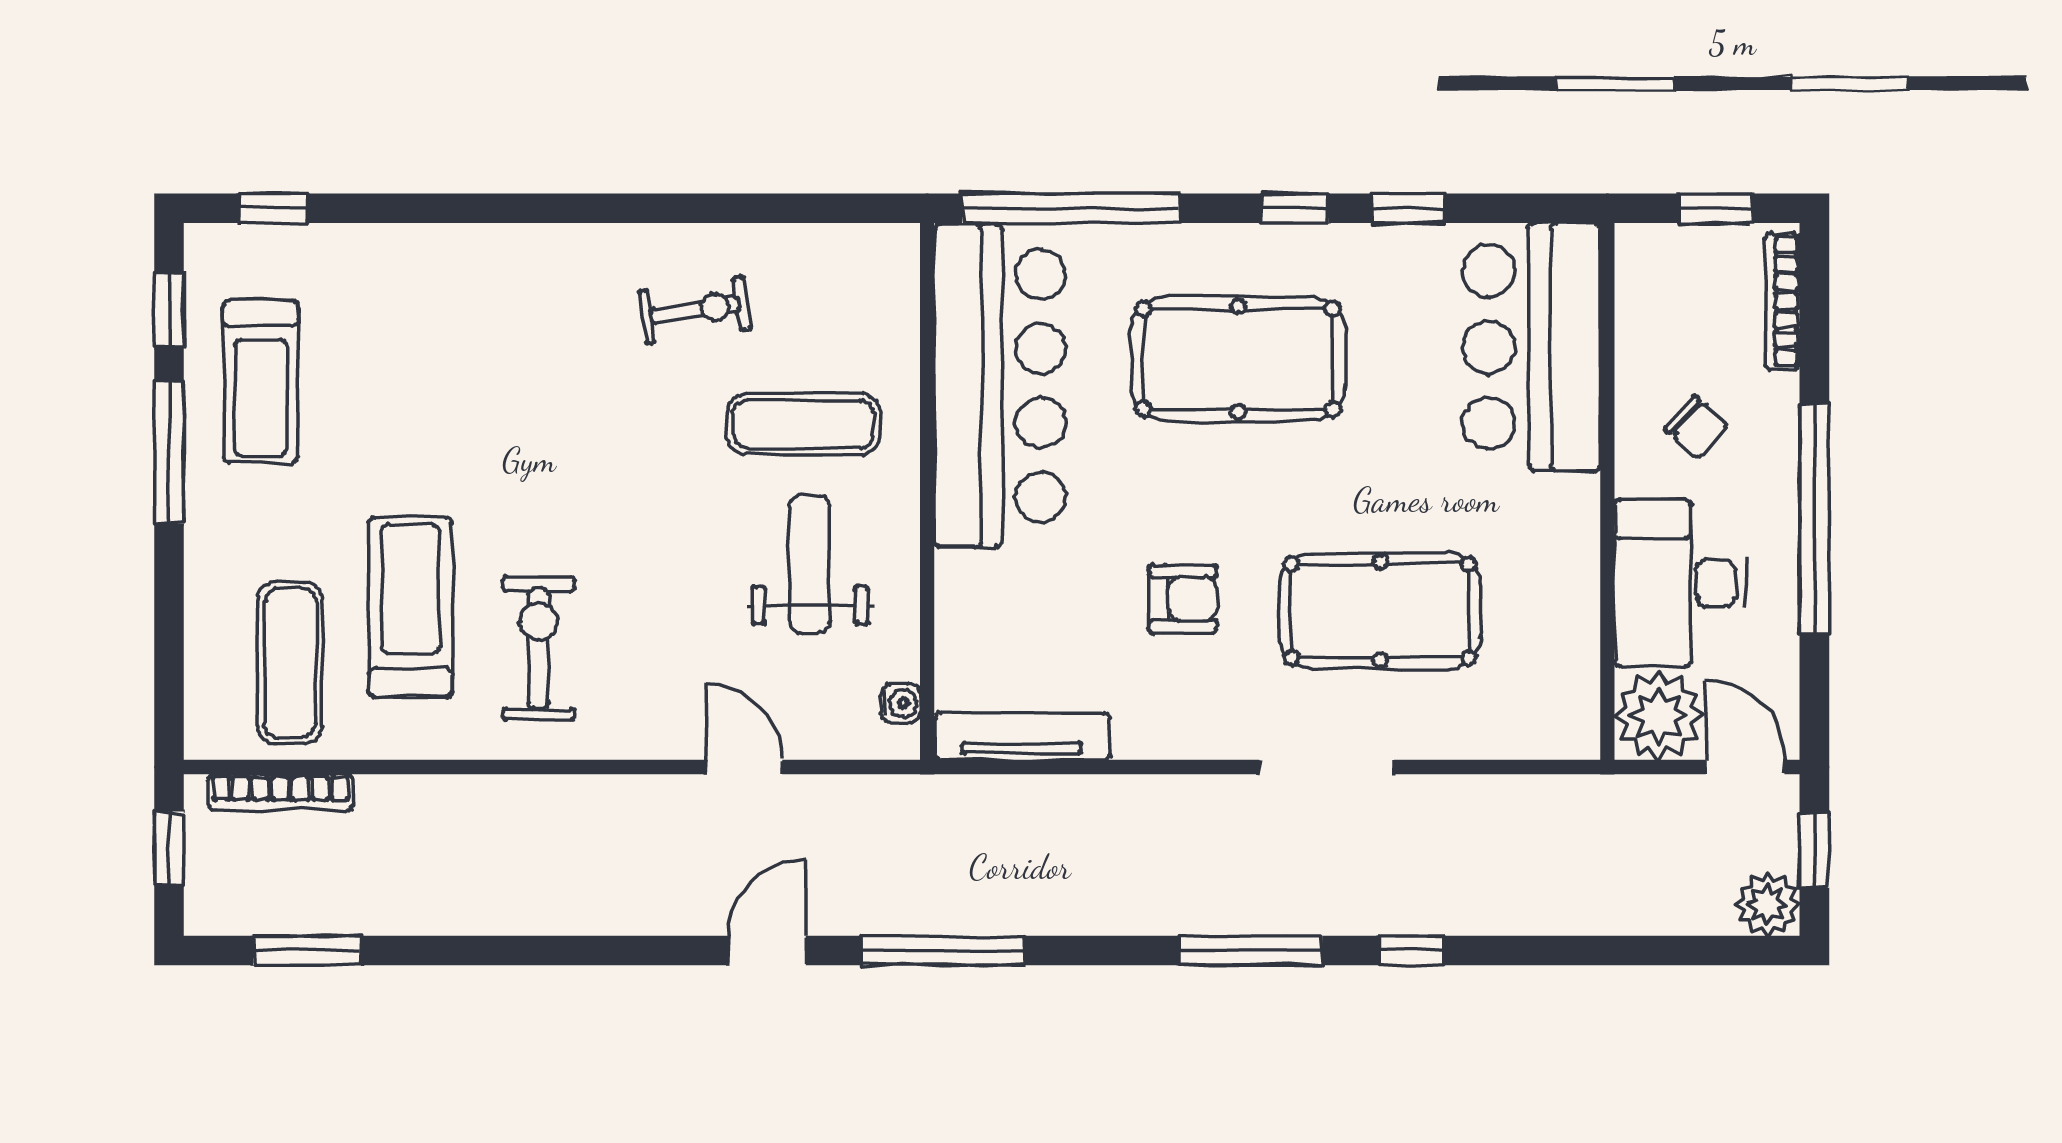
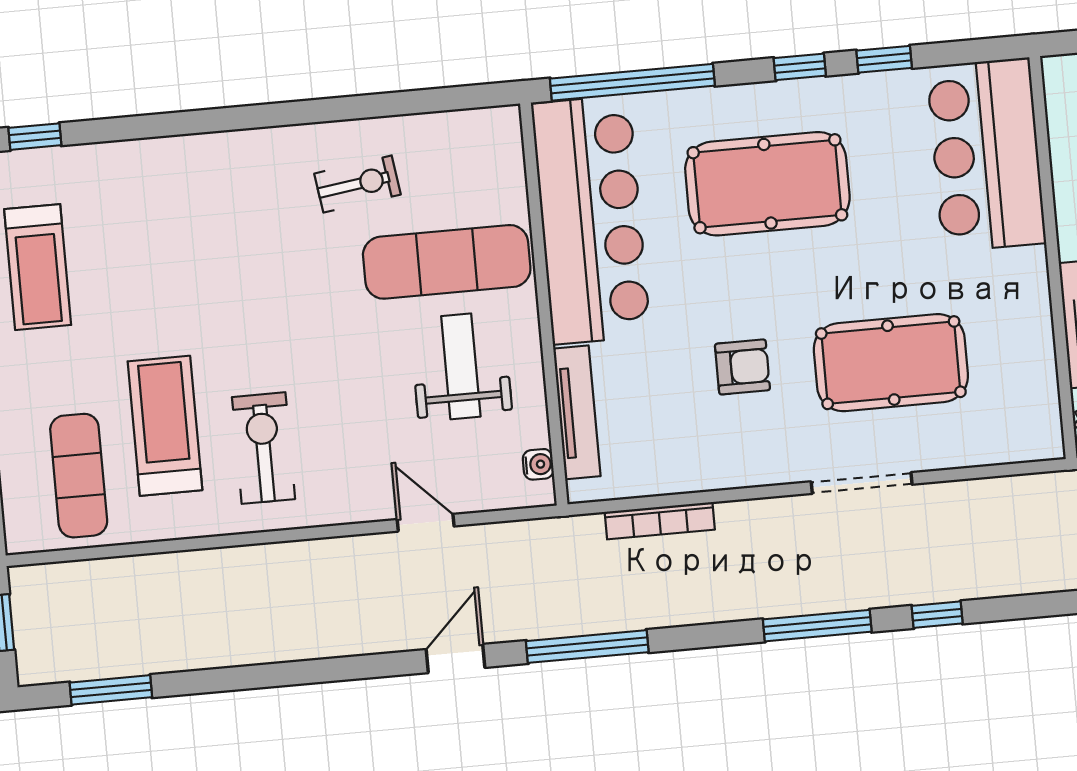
exercise mat: (804, 424) -> (447, 262), width x1.36, depth x1.45
tv unit: (1022, 736) -> (577, 412), moved, turned 90
bookcase: (281, 793) -> (660, 521), moved

